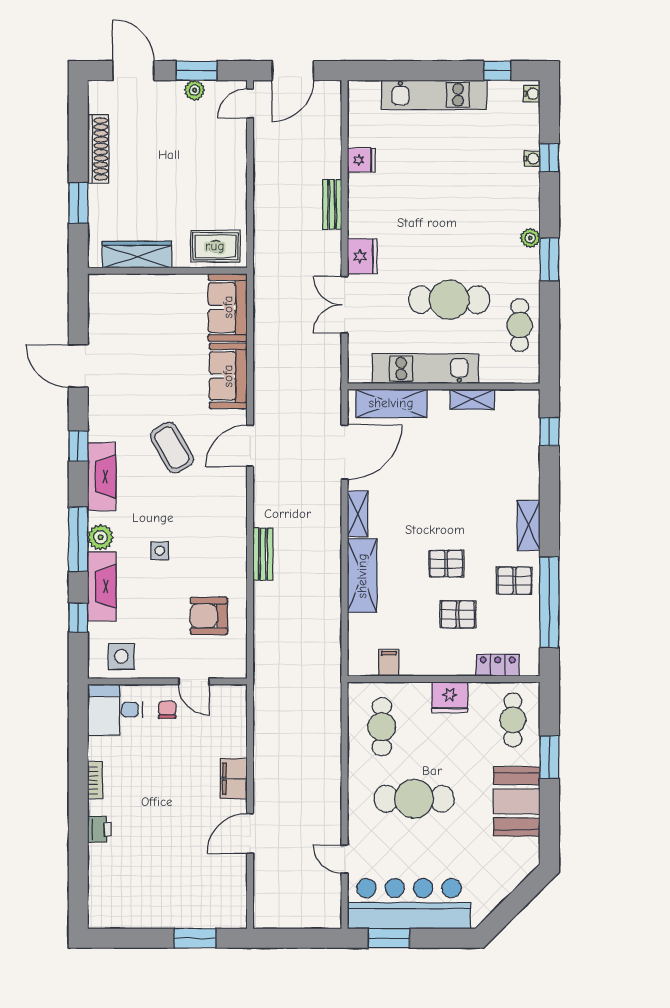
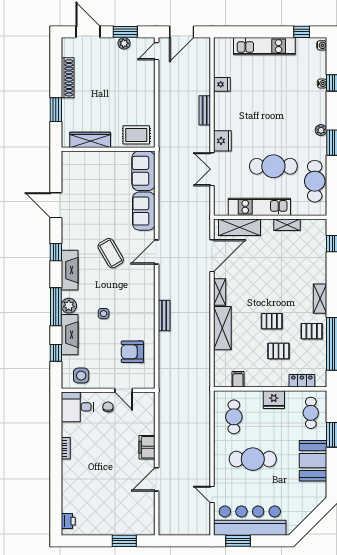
cafe table: (520, 325) -> (315, 181), width x1.37, depth x1.35
printer: (100, 829) -> (68, 521), moved

